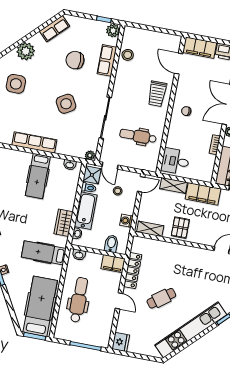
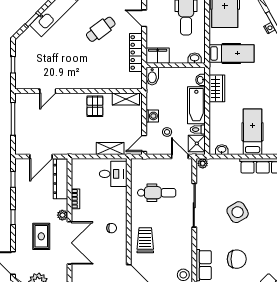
filing cabinet: (203, 194) -> (78, 146), removed
washing machine: (126, 221) -> (152, 116), moved
bidet: (111, 244) -> (152, 76), moved

